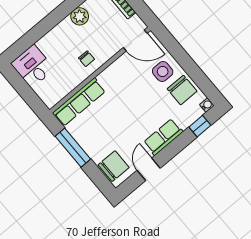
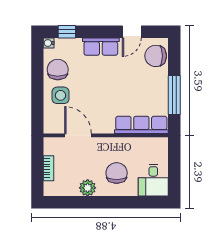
door: (135, 40) -> (78, 135), moved
chair: (86, 59) -> (117, 173), moved, width x1.87, depth x1.87

